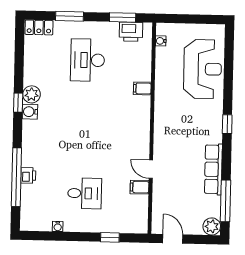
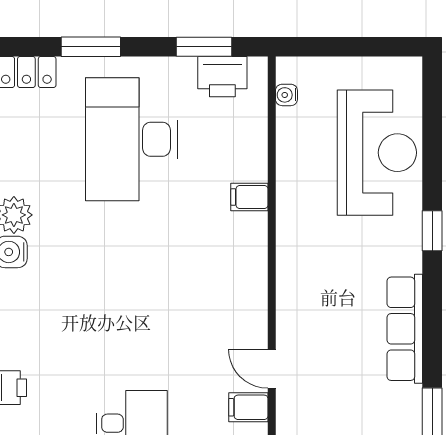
desk: (88, 60) -> (132, 139), width x1.36, depth x1.30
window: (227, 124) -> (432, 231), moved
row of seats: (213, 169) -> (405, 329), moved

